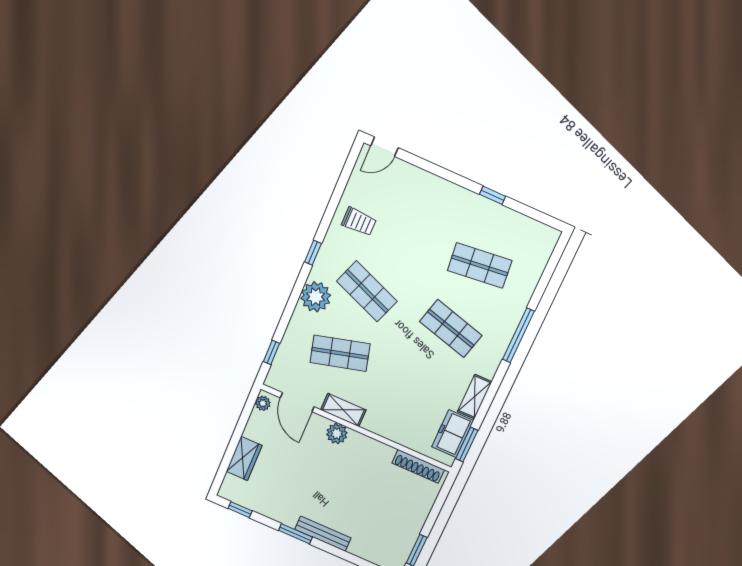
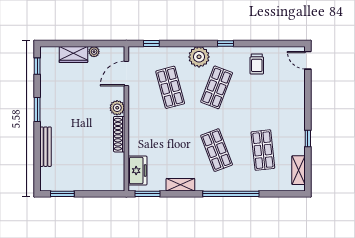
shop shelf: (451, 329) -> (217, 150), turned -36
window: (518, 335) -> (231, 194), width x1.46
plant: (263, 403) -> (94, 52), moved
shelving: (343, 410) -> (298, 170), moved
freezer: (453, 434) -> (138, 171), moved, turned 90
shoe rack: (418, 466) -> (119, 134), moved
bench: (323, 534) -> (46, 147), moved

